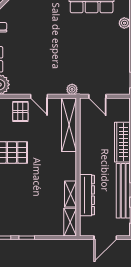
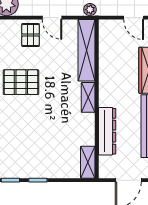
door: (97, 96) -> (134, 18), moved
shelving: (70, 194) -> (88, 97), moved

